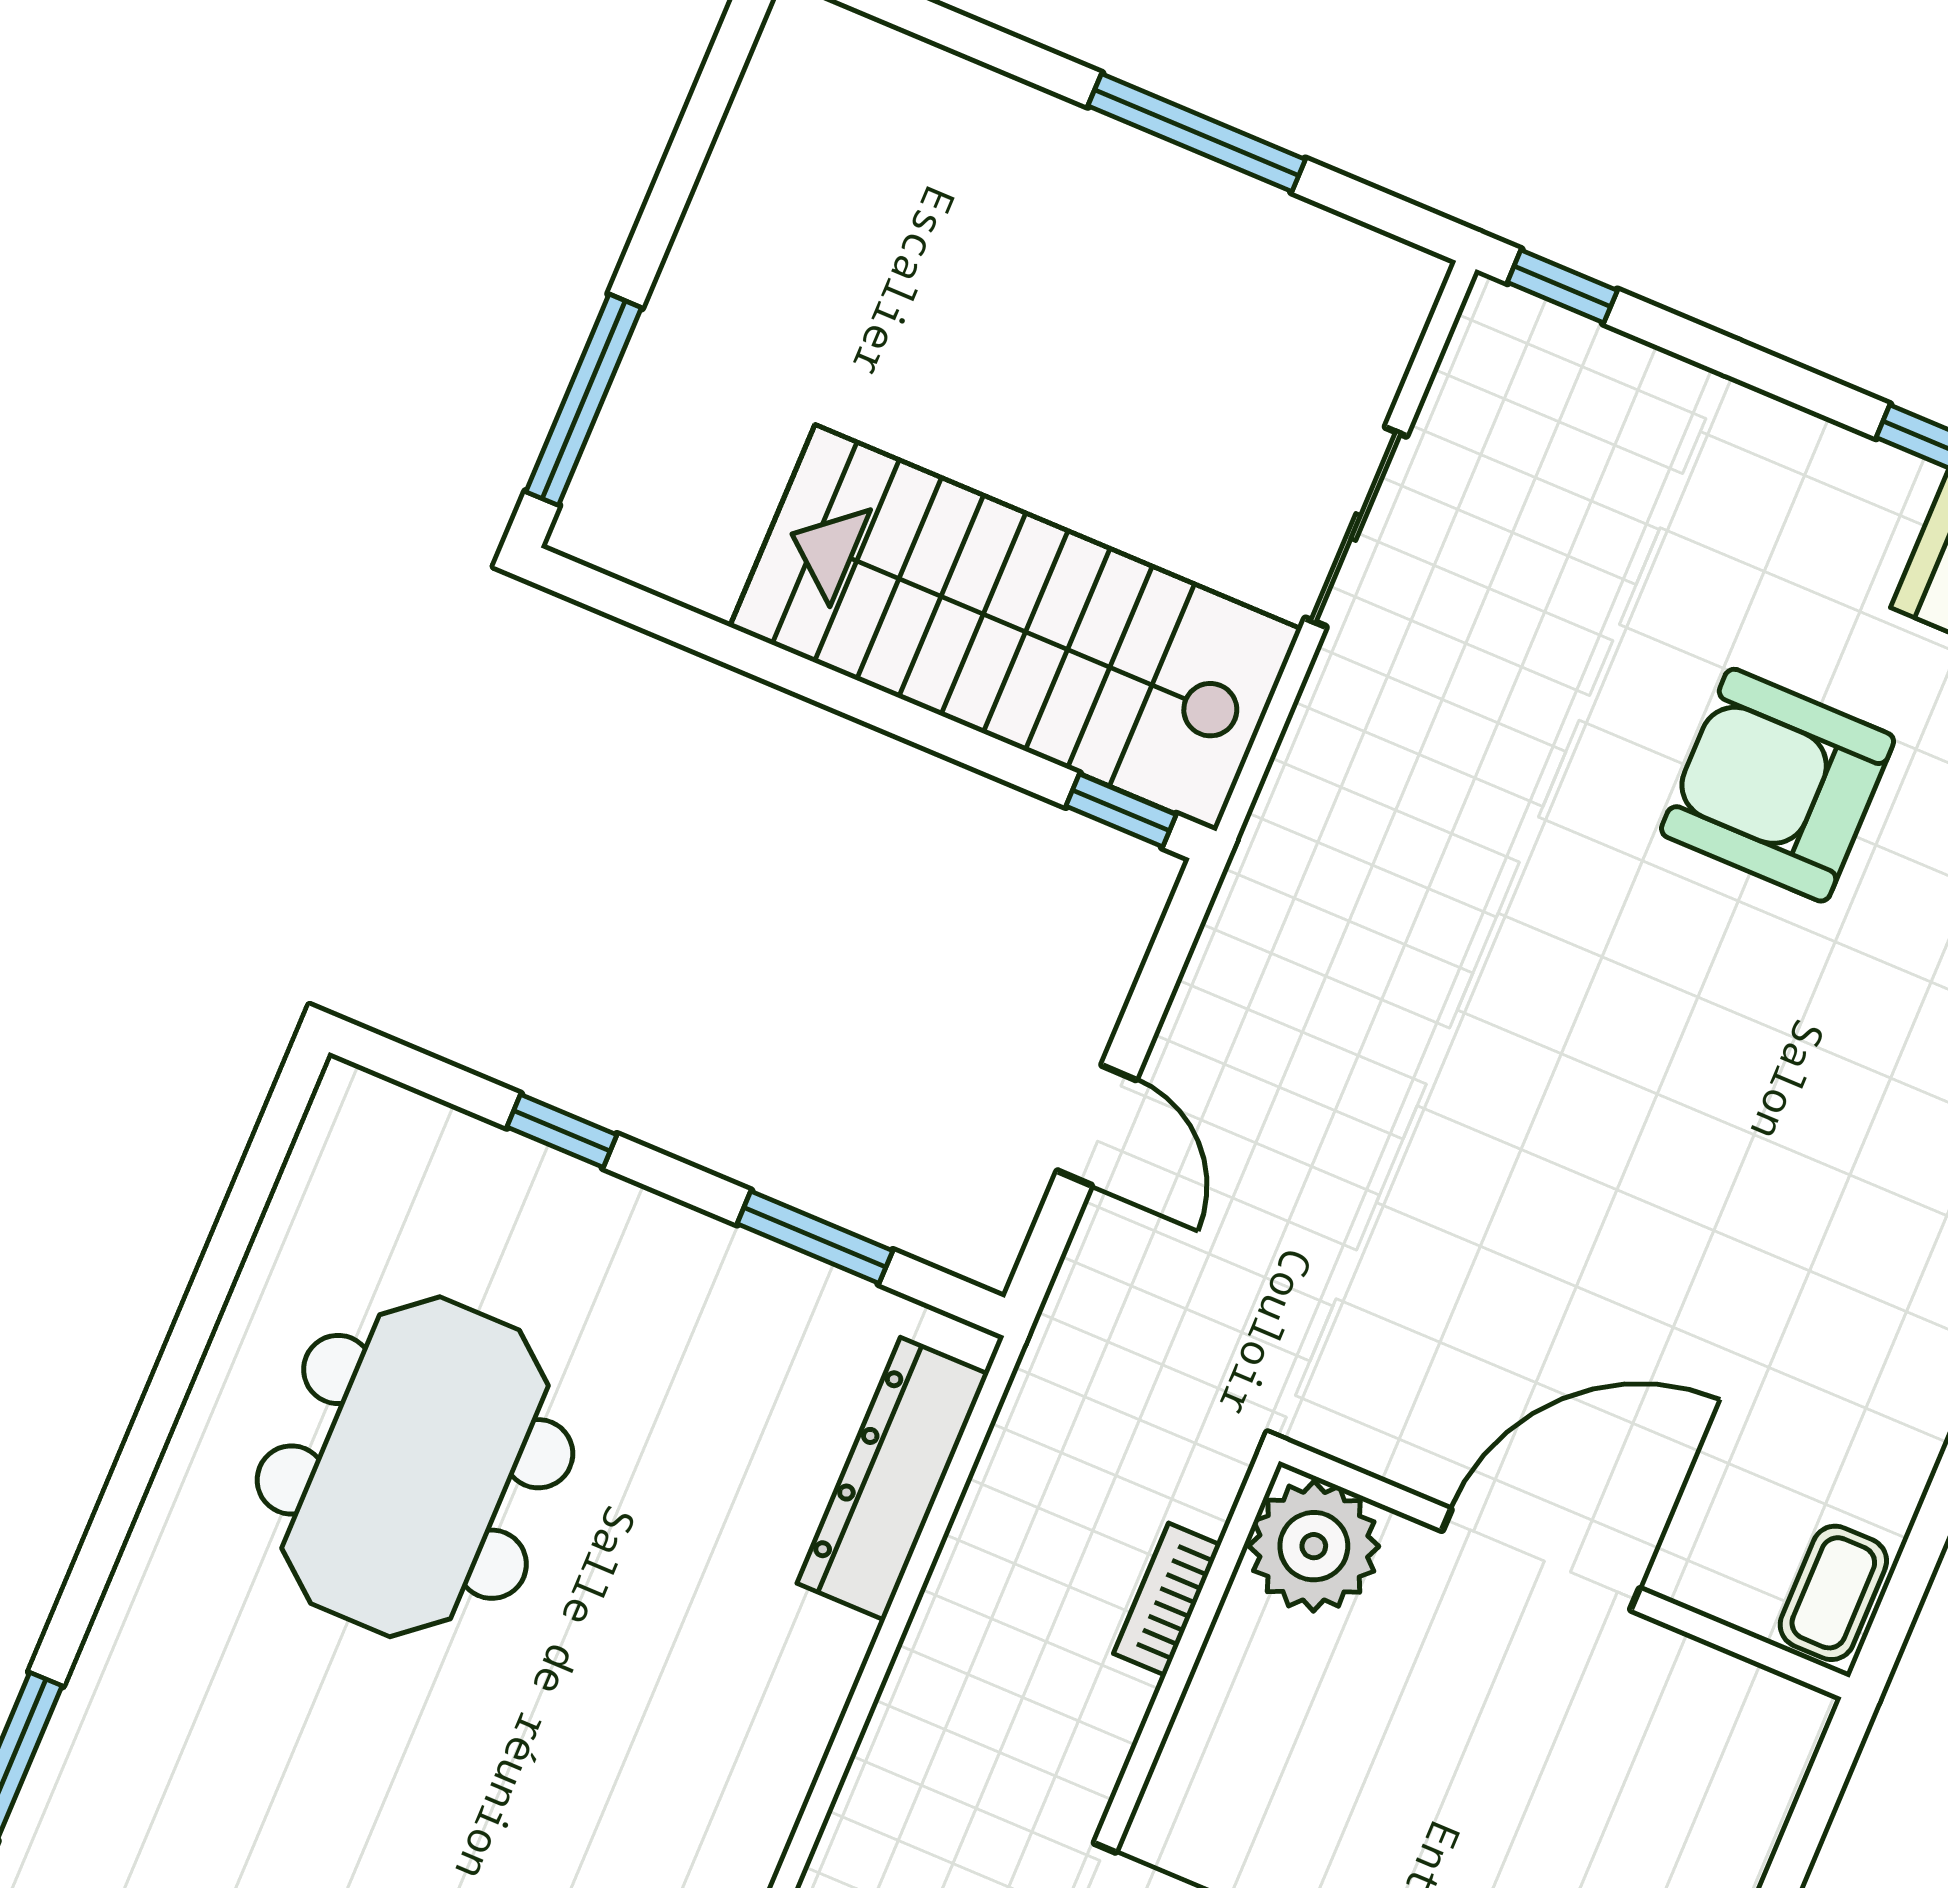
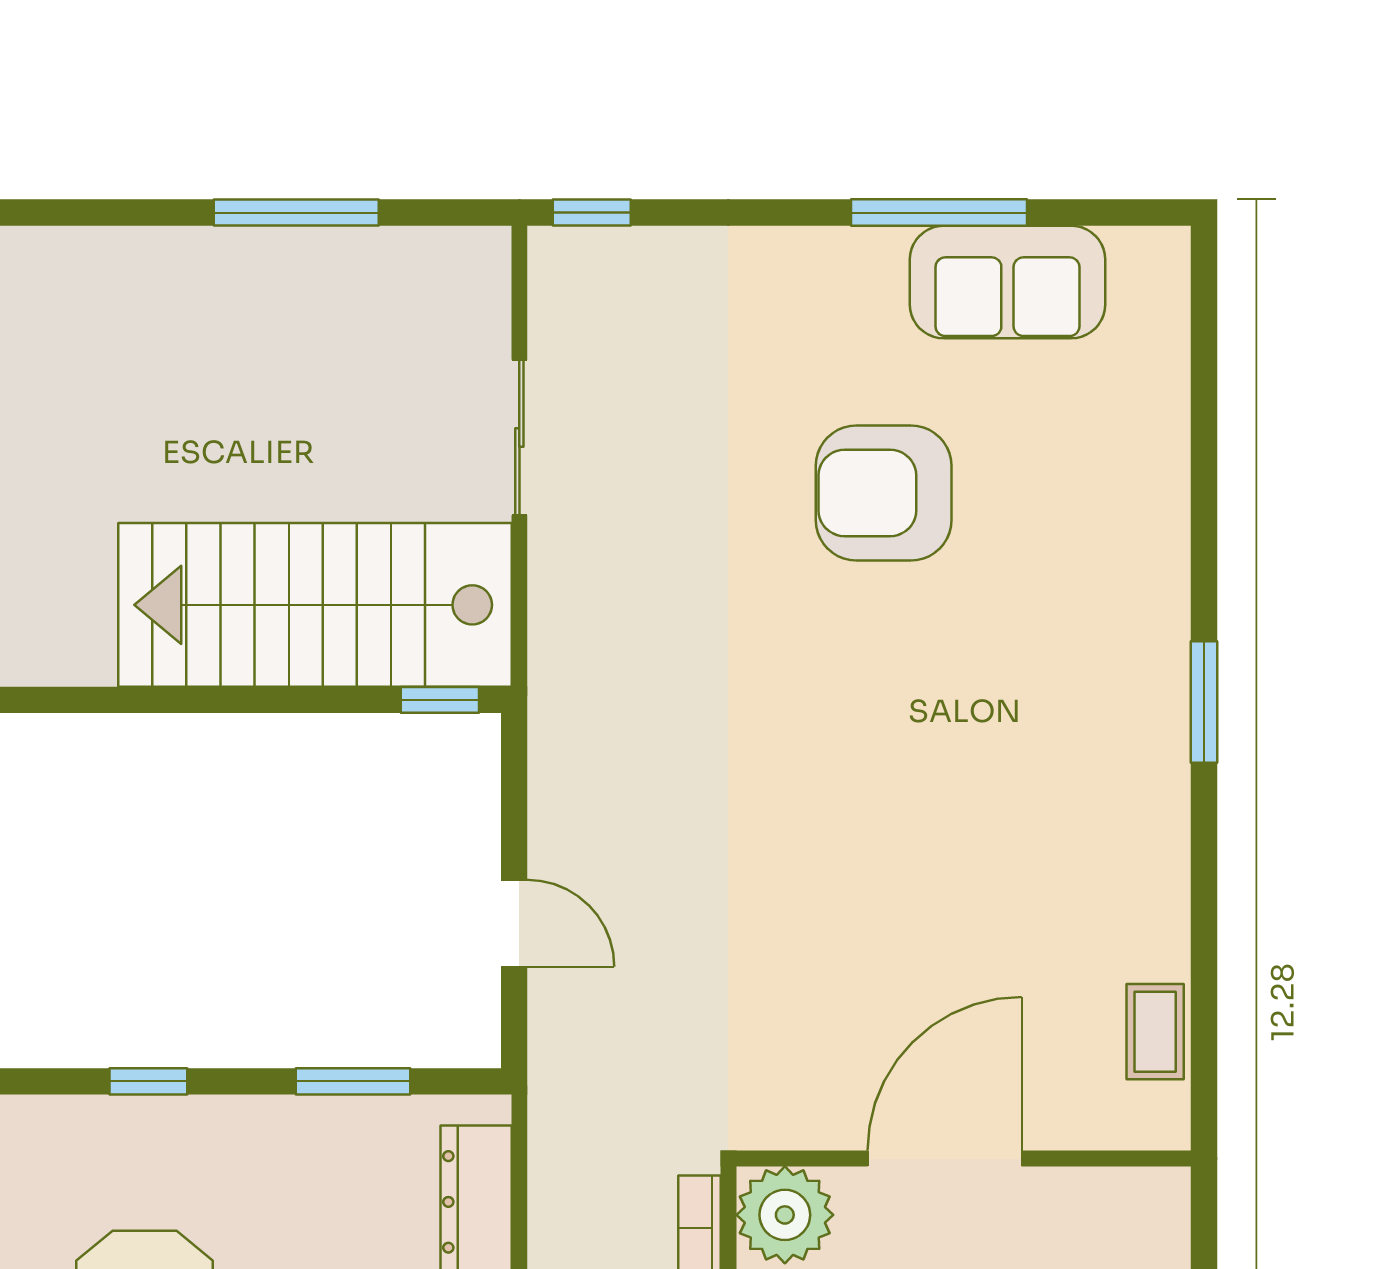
plant: (1314, 1546) -> (785, 1215), moved
door: (1541, 1560) -> (945, 1159), moved
wall: (1564, 1569) -> (964, 1159), moved

